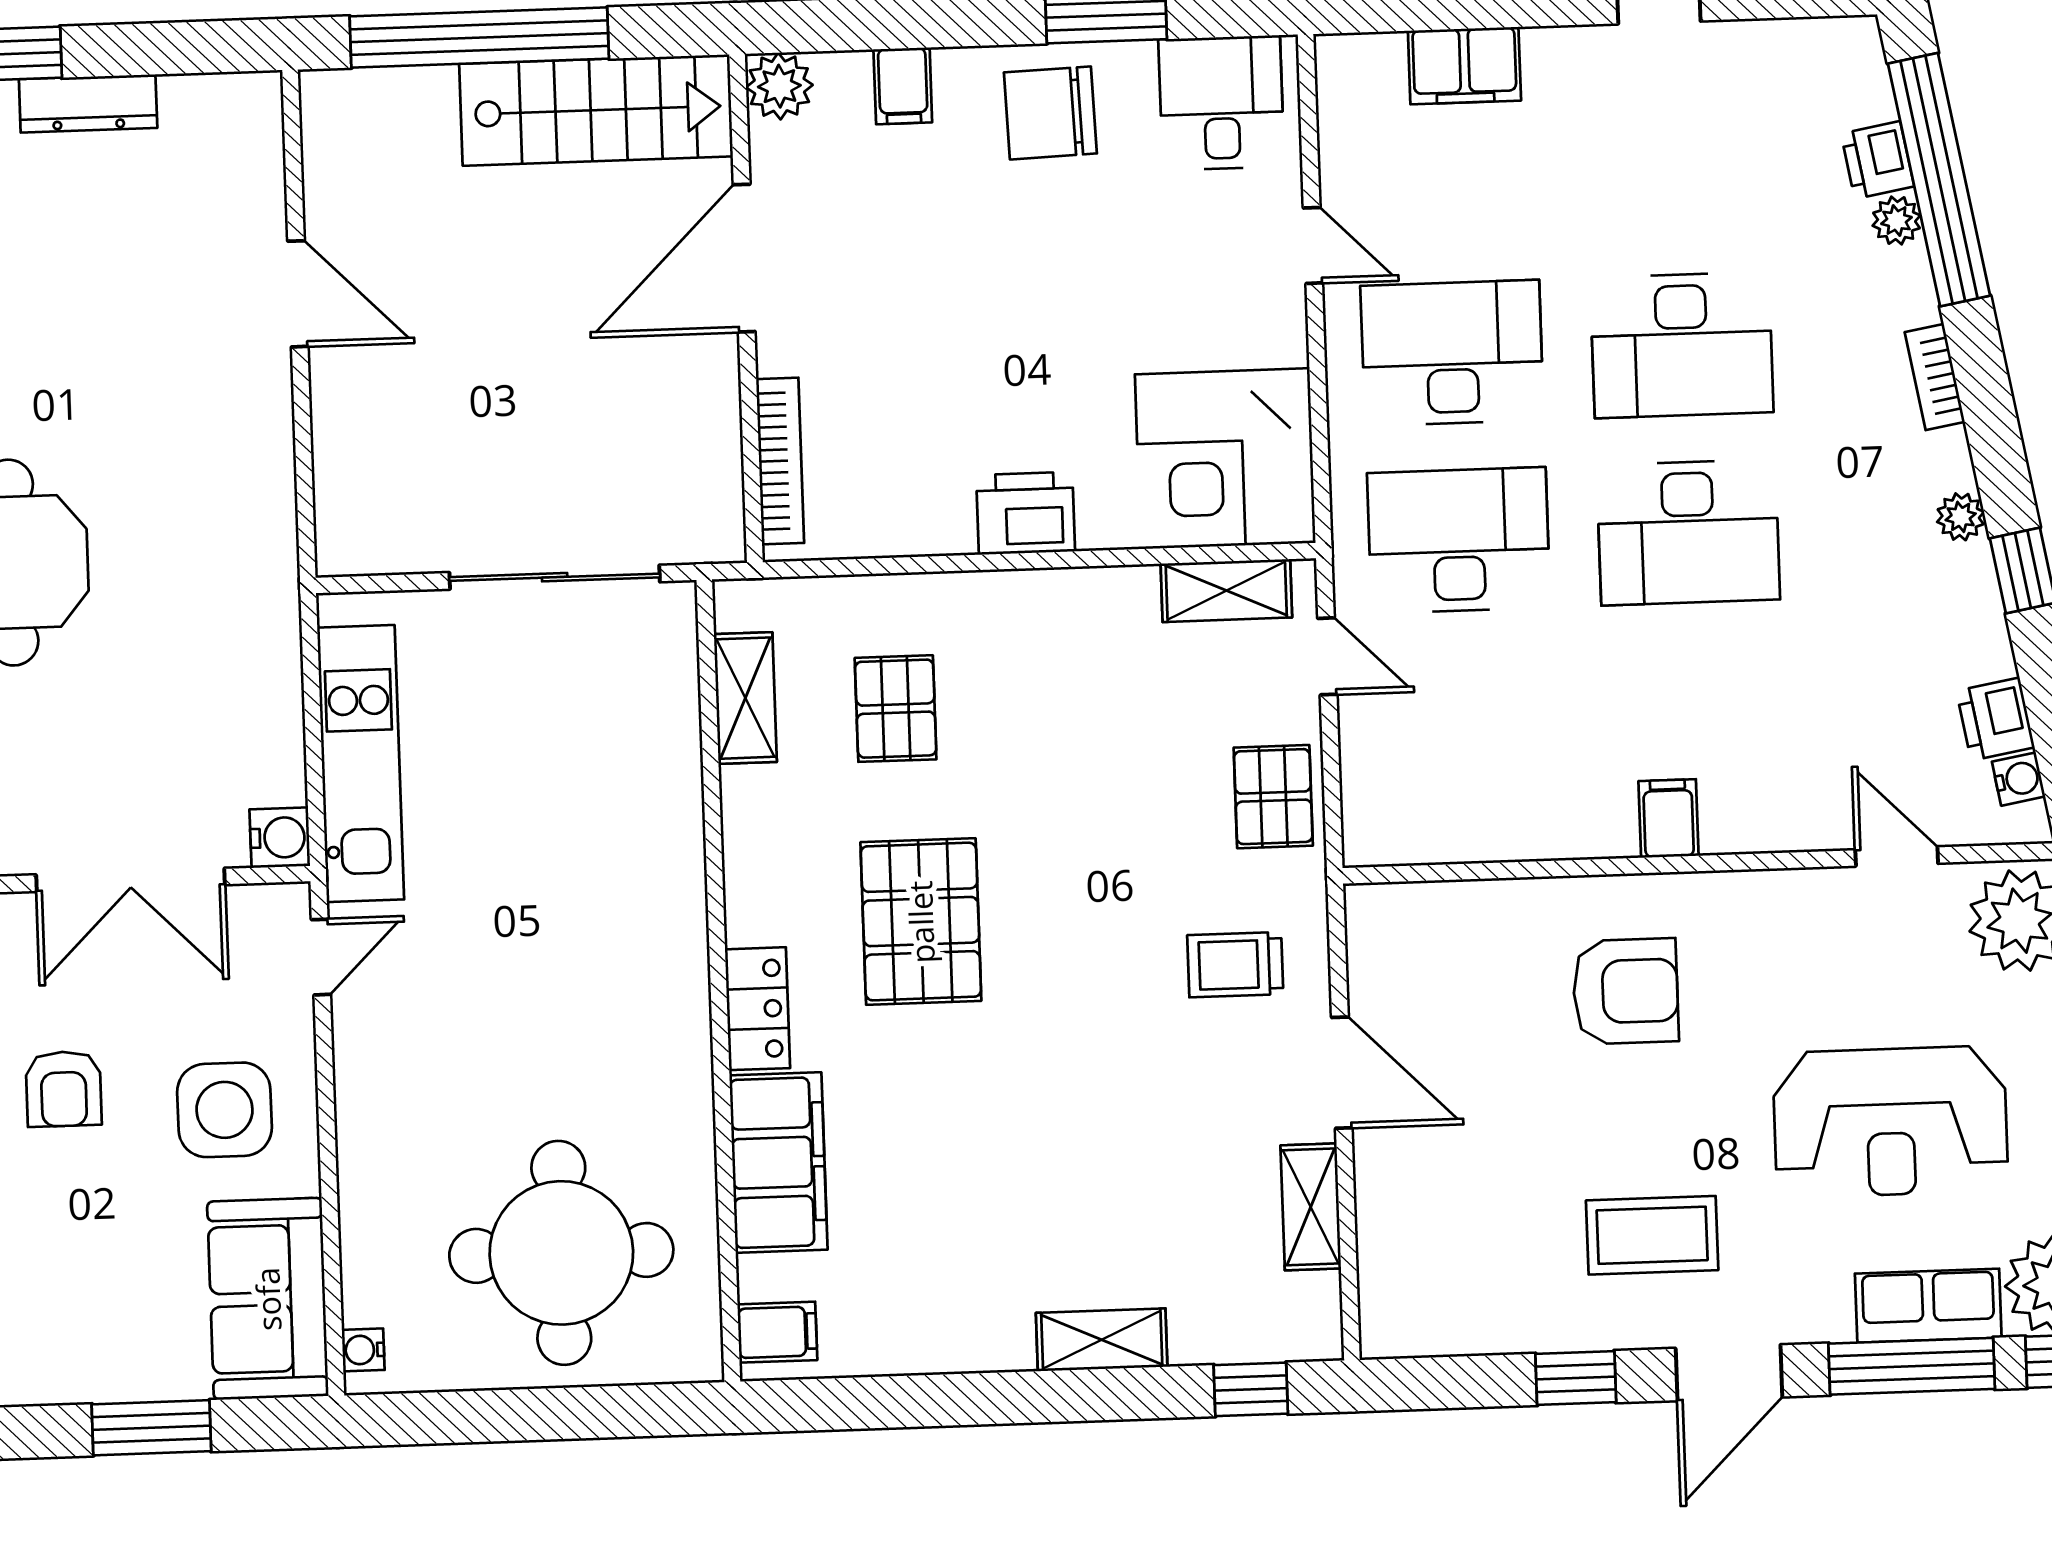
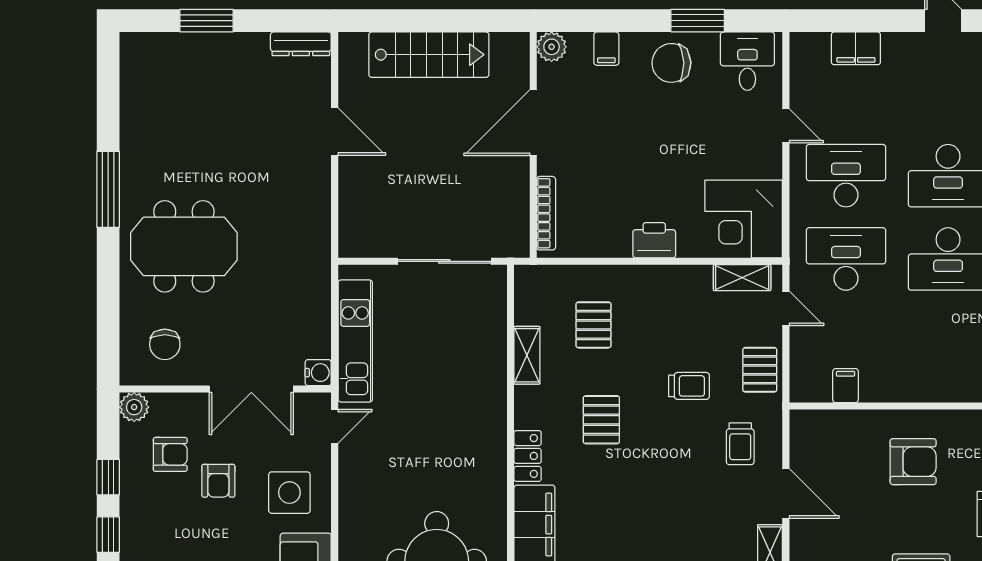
window: (479, 38) -> (419, 21), removed
dresser: (88, 104) -> (301, 44), moved
stairs: (596, 110) -> (429, 55), moved
shelving: (745, 698) -> (527, 355), moved
filing cabinet: (1668, 818) -> (846, 386), moved
trolley: (1115, 838) -> (689, 386), added
pallet: (921, 922) -> (601, 420), width x0.67, depth x0.71
trolley: (1235, 965) -> (740, 444), turned -90

